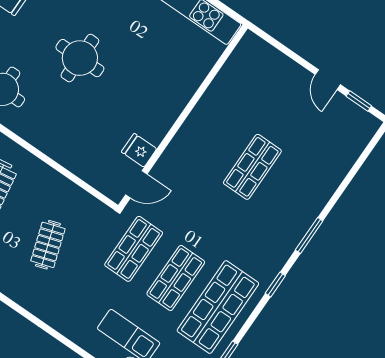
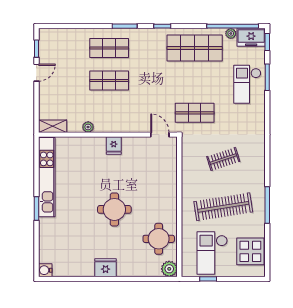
shelving: (243, 52) -> (53, 126), added
plant: (211, 98) -> (88, 127), added
fridge: (139, 150) -> (114, 145), moved
shop shelf: (176, 278) -> (109, 48), moved

